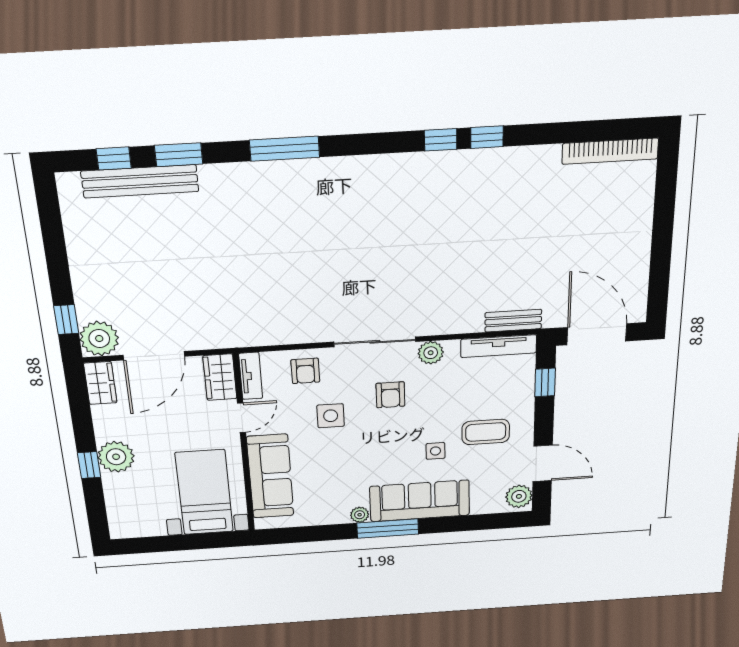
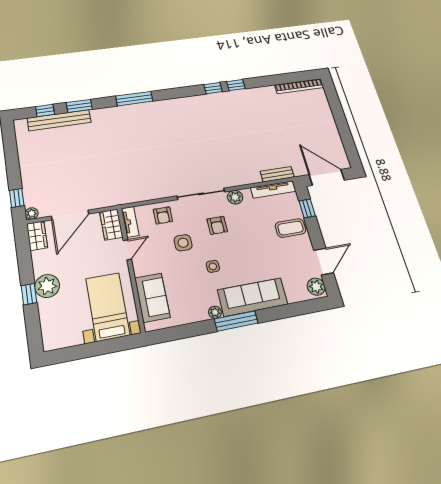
plant: (99, 339) -> (32, 213), width x0.53, depth x0.53
coffee table: (486, 432) -> (291, 228), moved
side table: (435, 451) -> (213, 266), moved
door: (543, 463) -> (324, 261), hinge flipped
sofa: (270, 476) -> (152, 298), width x0.73

